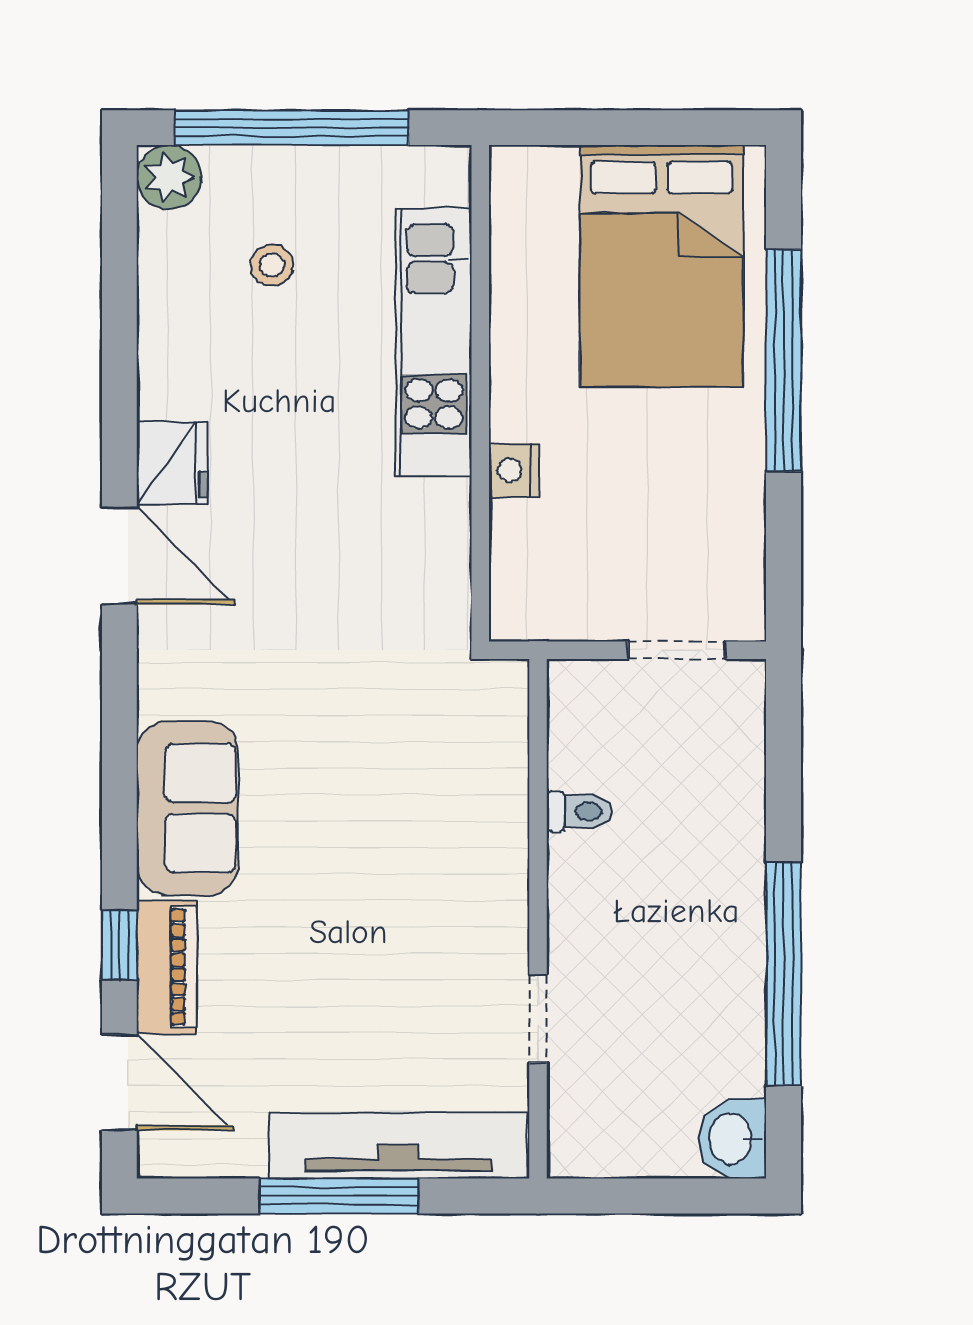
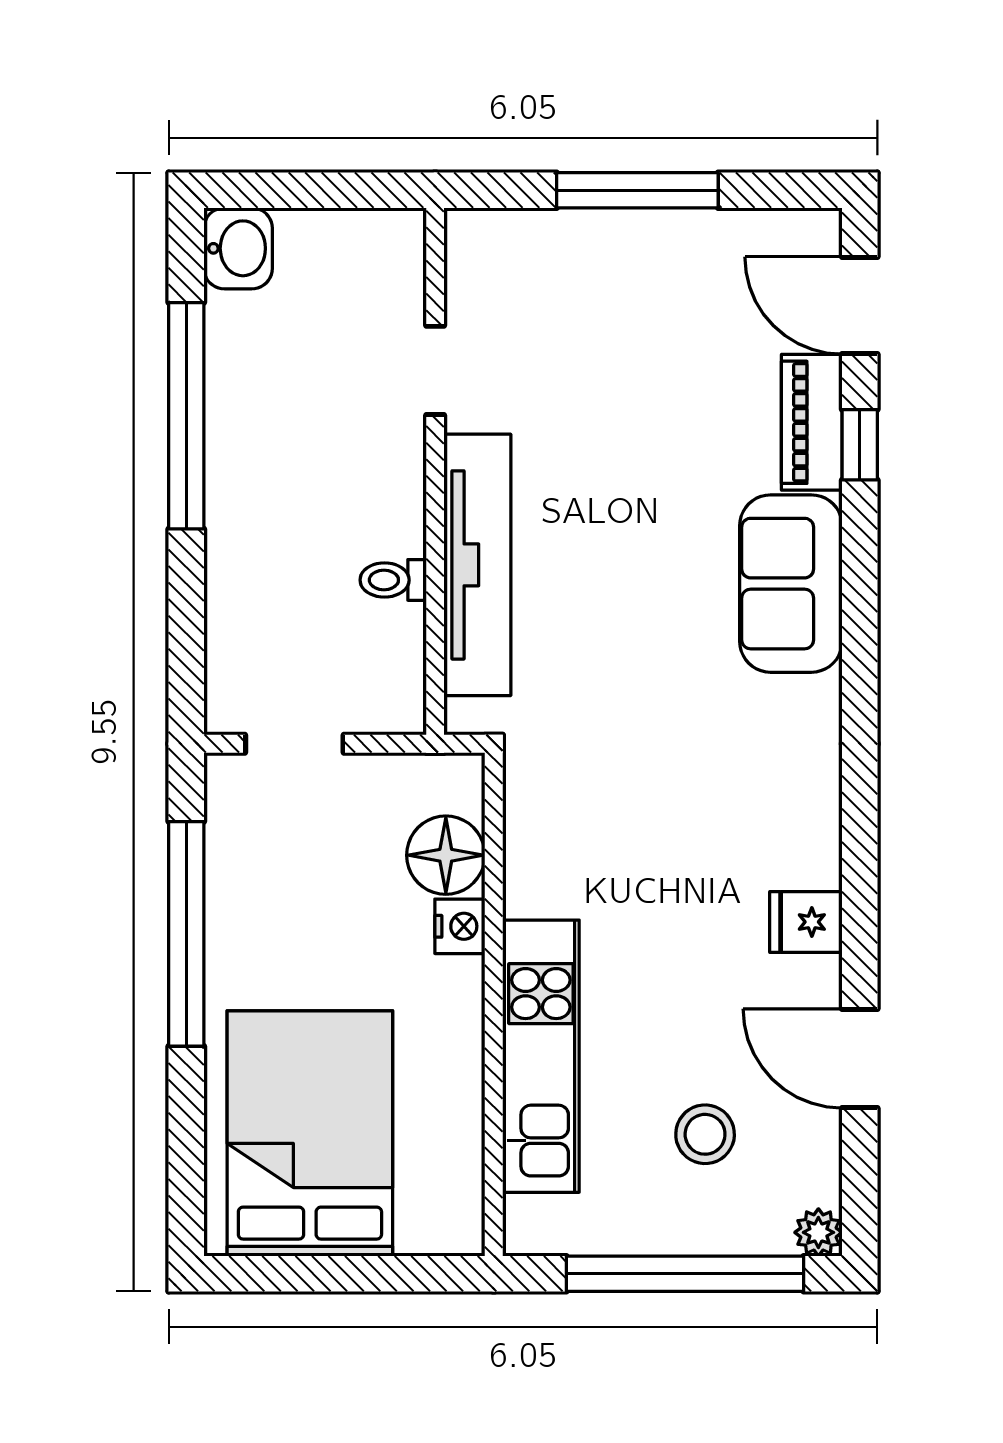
plant: (169, 177) -> (818, 1232), width x0.73, depth x0.73
stool: (272, 265) -> (705, 1134), width x1.37, depth x1.37
window: (784, 360) -> (186, 934), moved
fridge: (172, 463) -> (806, 922), width x0.72
floor lamp: (528, 540) -> (446, 855), added
door: (119, 556) -> (860, 1059), moved
tv unit: (398, 1146) -> (477, 565), moved, turned -90

